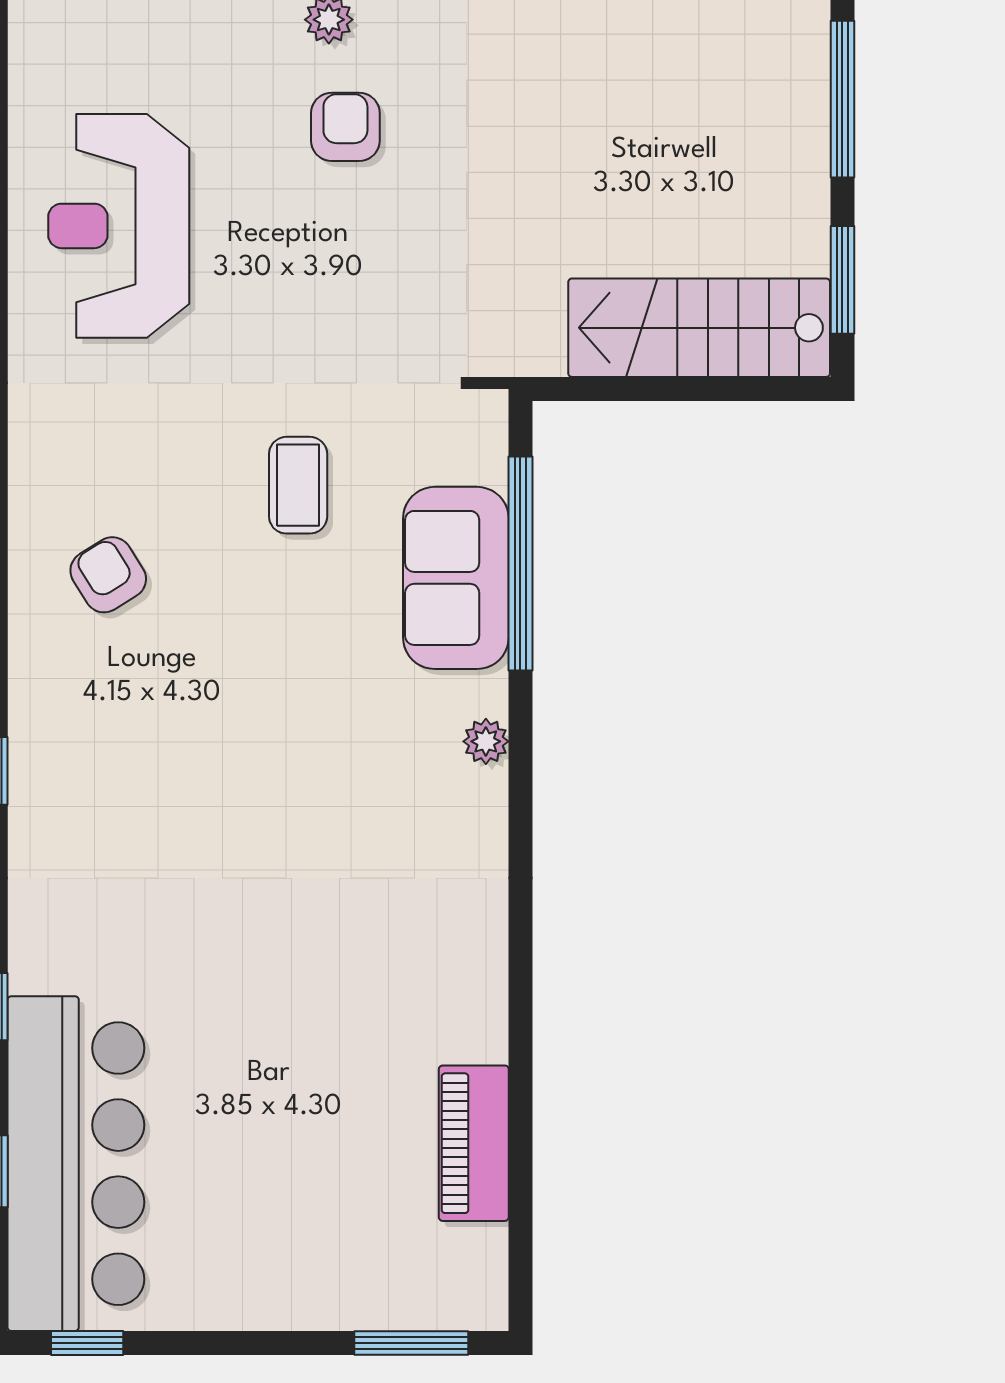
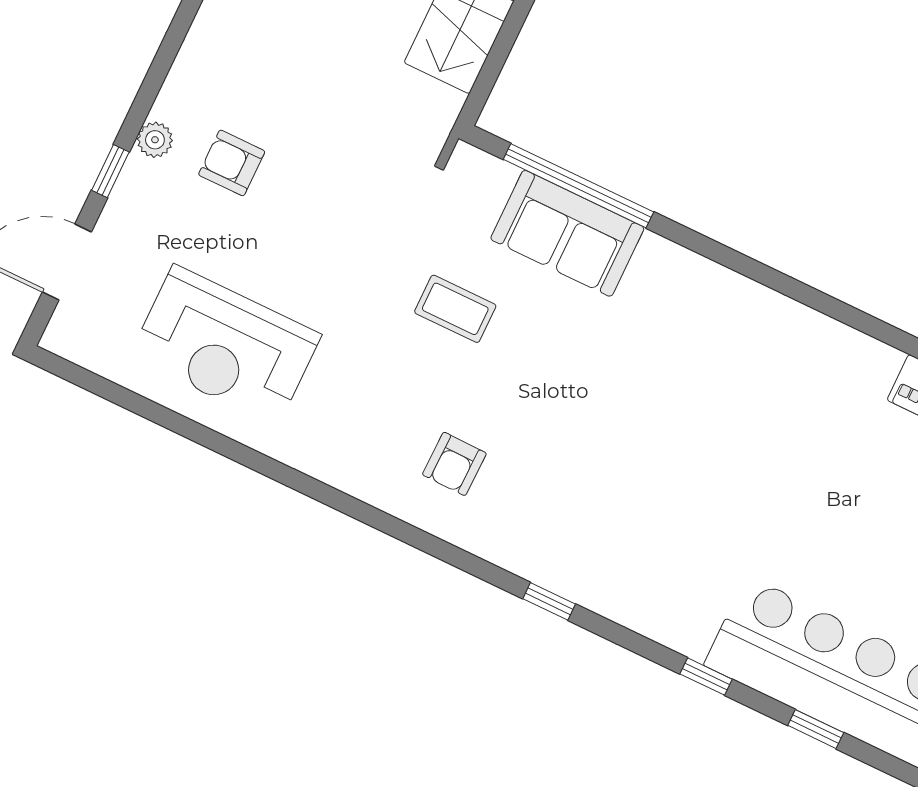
armchair: (108, 575) -> (454, 464), turned -57
plant: (486, 741) -> (686, 266), removed

